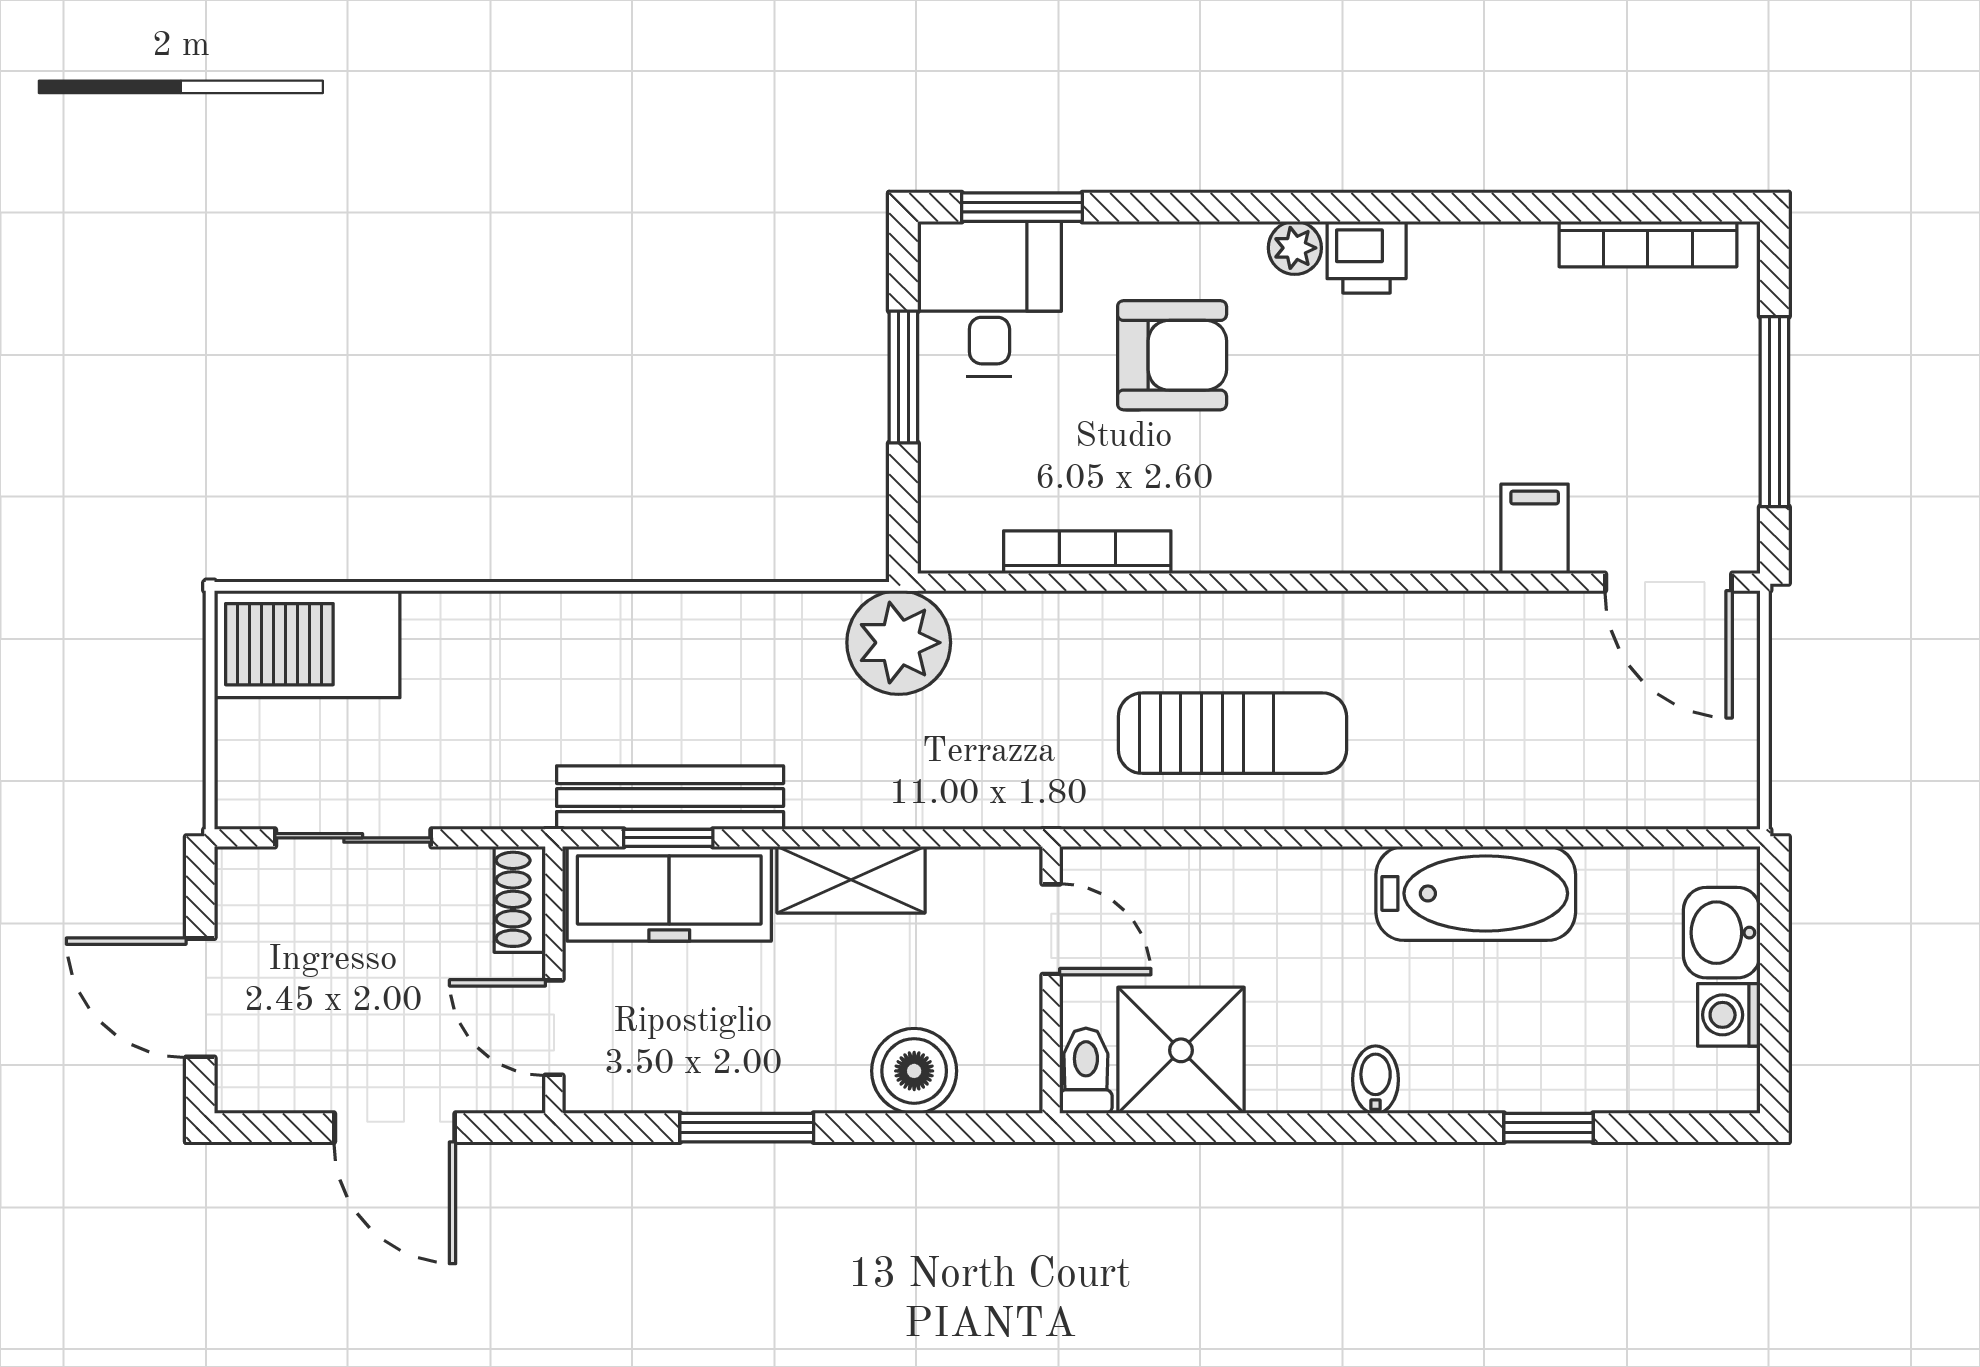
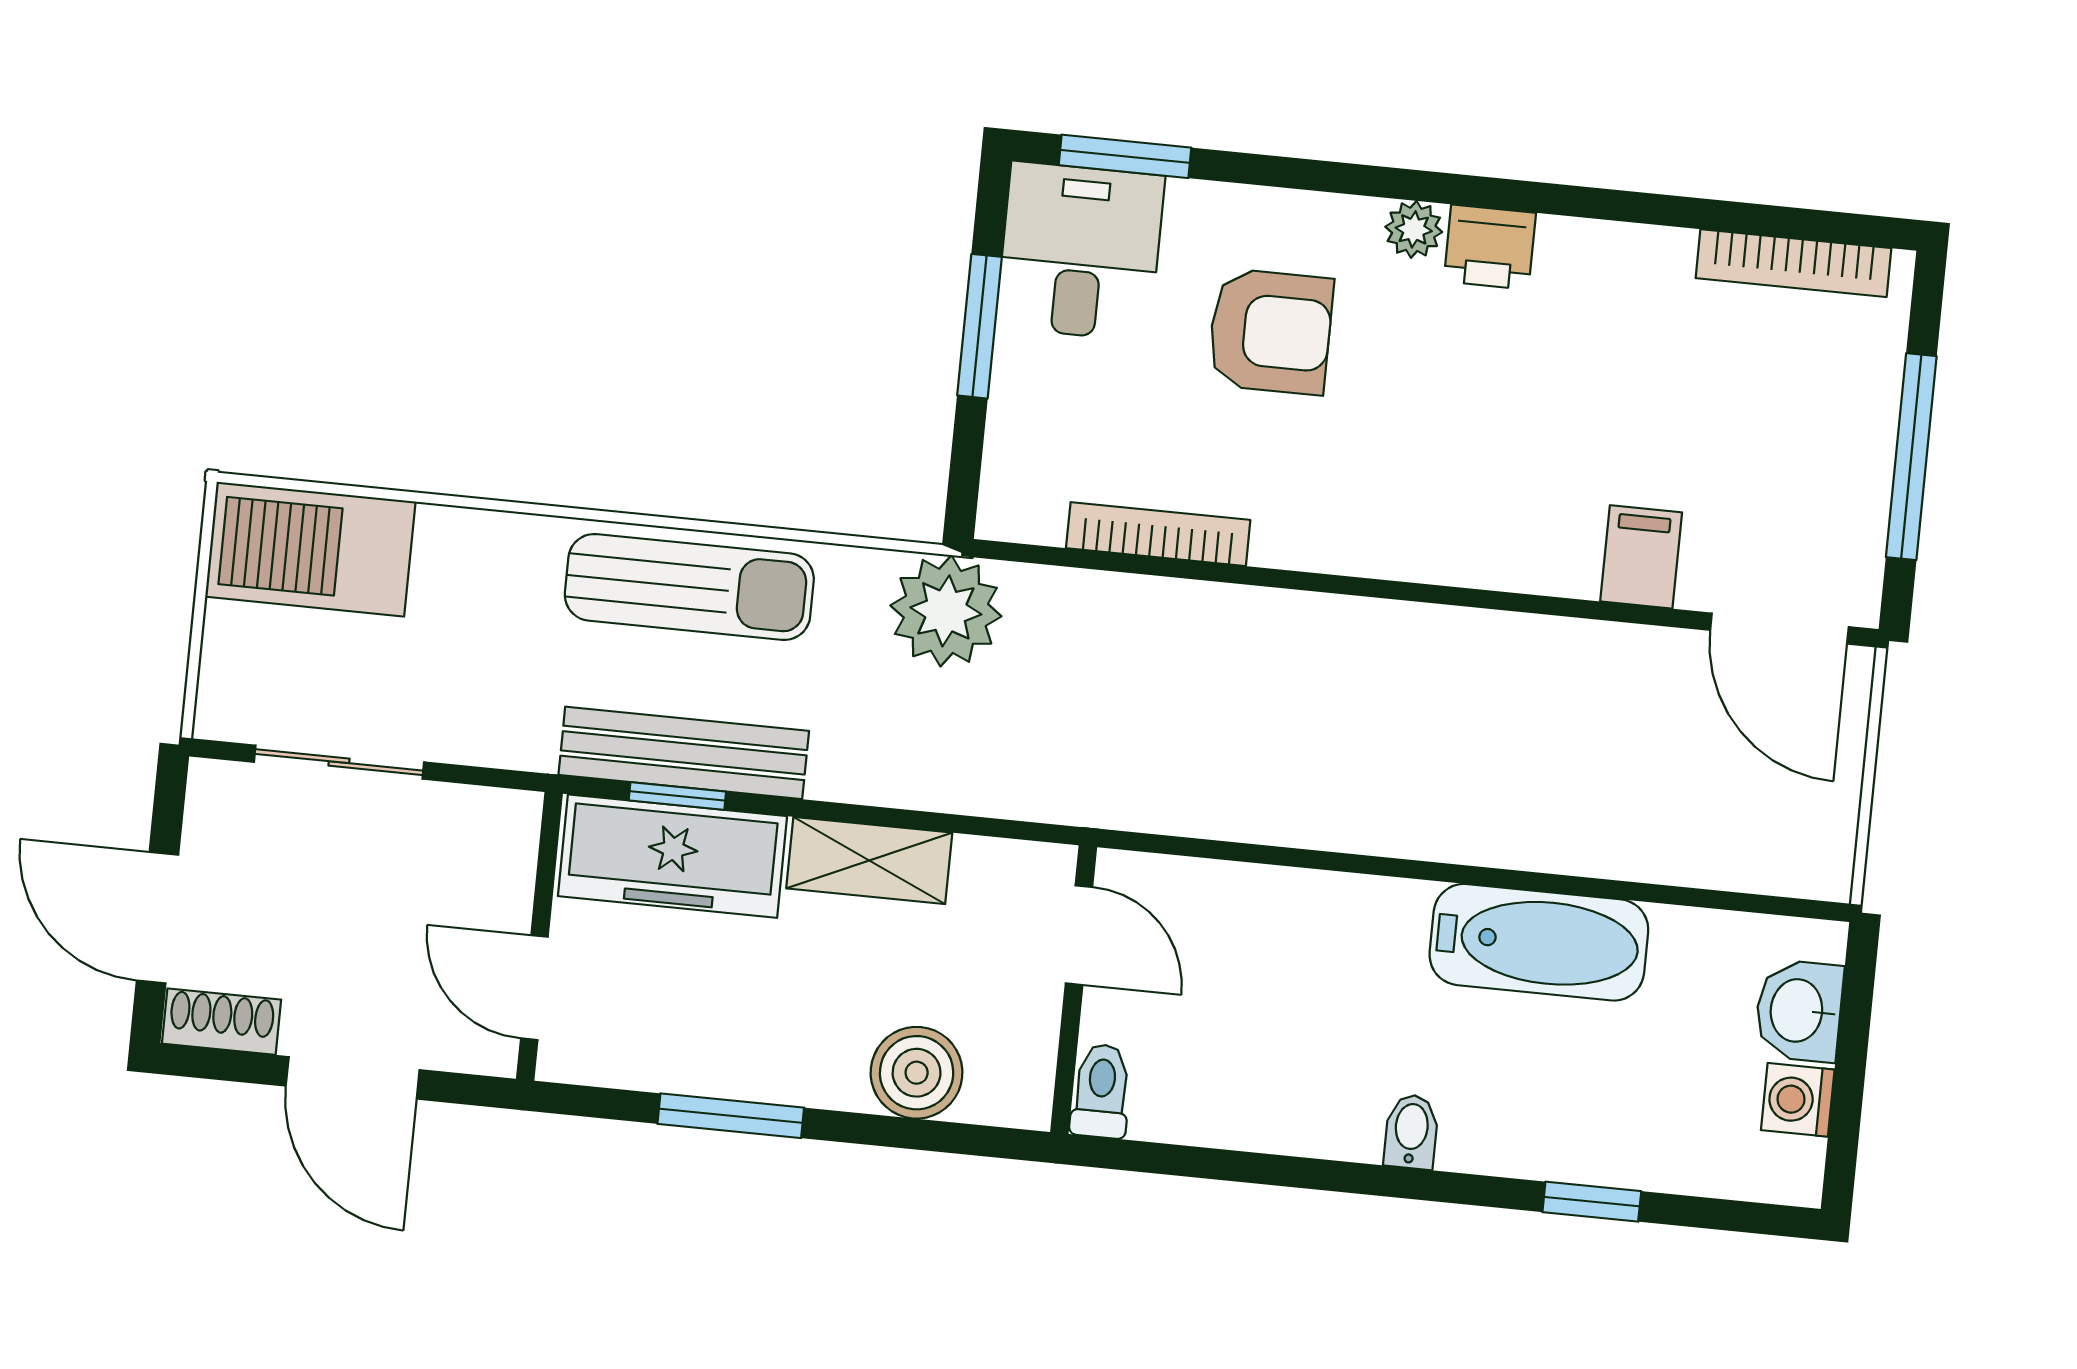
sun lounger: (1232, 733) -> (689, 587), moved
shoe rack: (520, 899) -> (222, 1022), moved, turned 90
shower: (1181, 1050) -> (1205, 1079), removed

